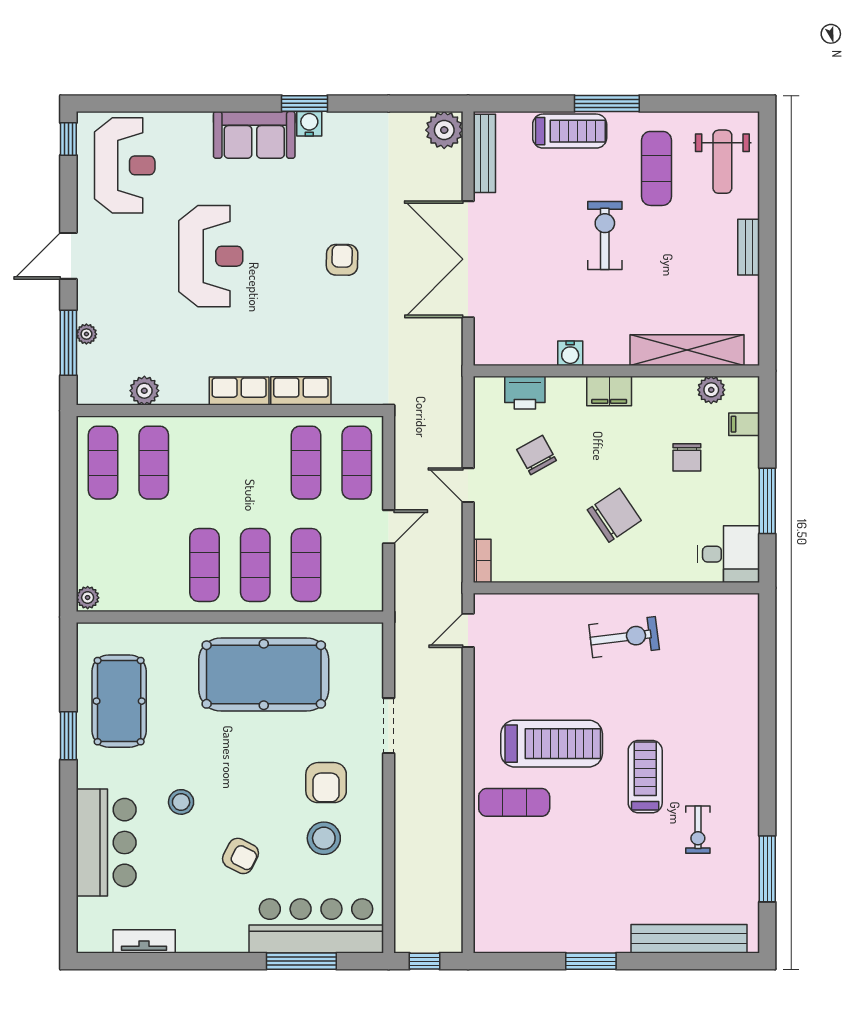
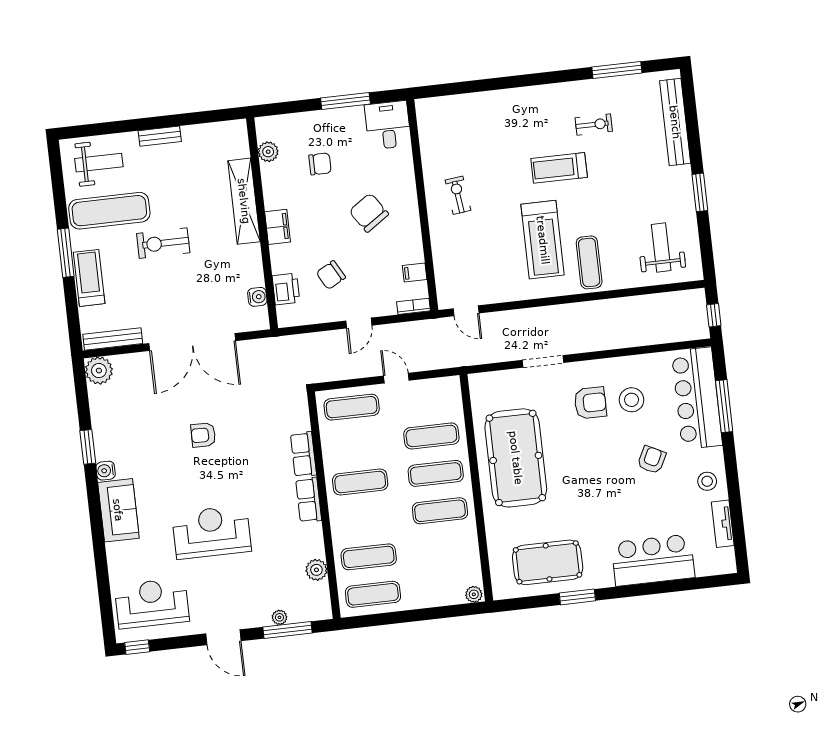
window: (305, 103) -> (88, 447), moved
exercise mat: (657, 168) -> (109, 211), width x1.36, depth x1.45
shelving: (687, 350) -> (244, 201), moved
water cooler: (570, 353) -> (257, 297), moved
filing cabinet: (744, 424) -> (415, 272), moved, turned 90
exercise mat: (306, 463) -> (360, 482), moved
exercise bike: (624, 637) -> (458, 195), width x0.73, depth x0.72
treadmill: (552, 744) -> (543, 240), turned 180
stool: (181, 802) -> (707, 481), moved
weight bench: (523, 901) -> (661, 248), added

